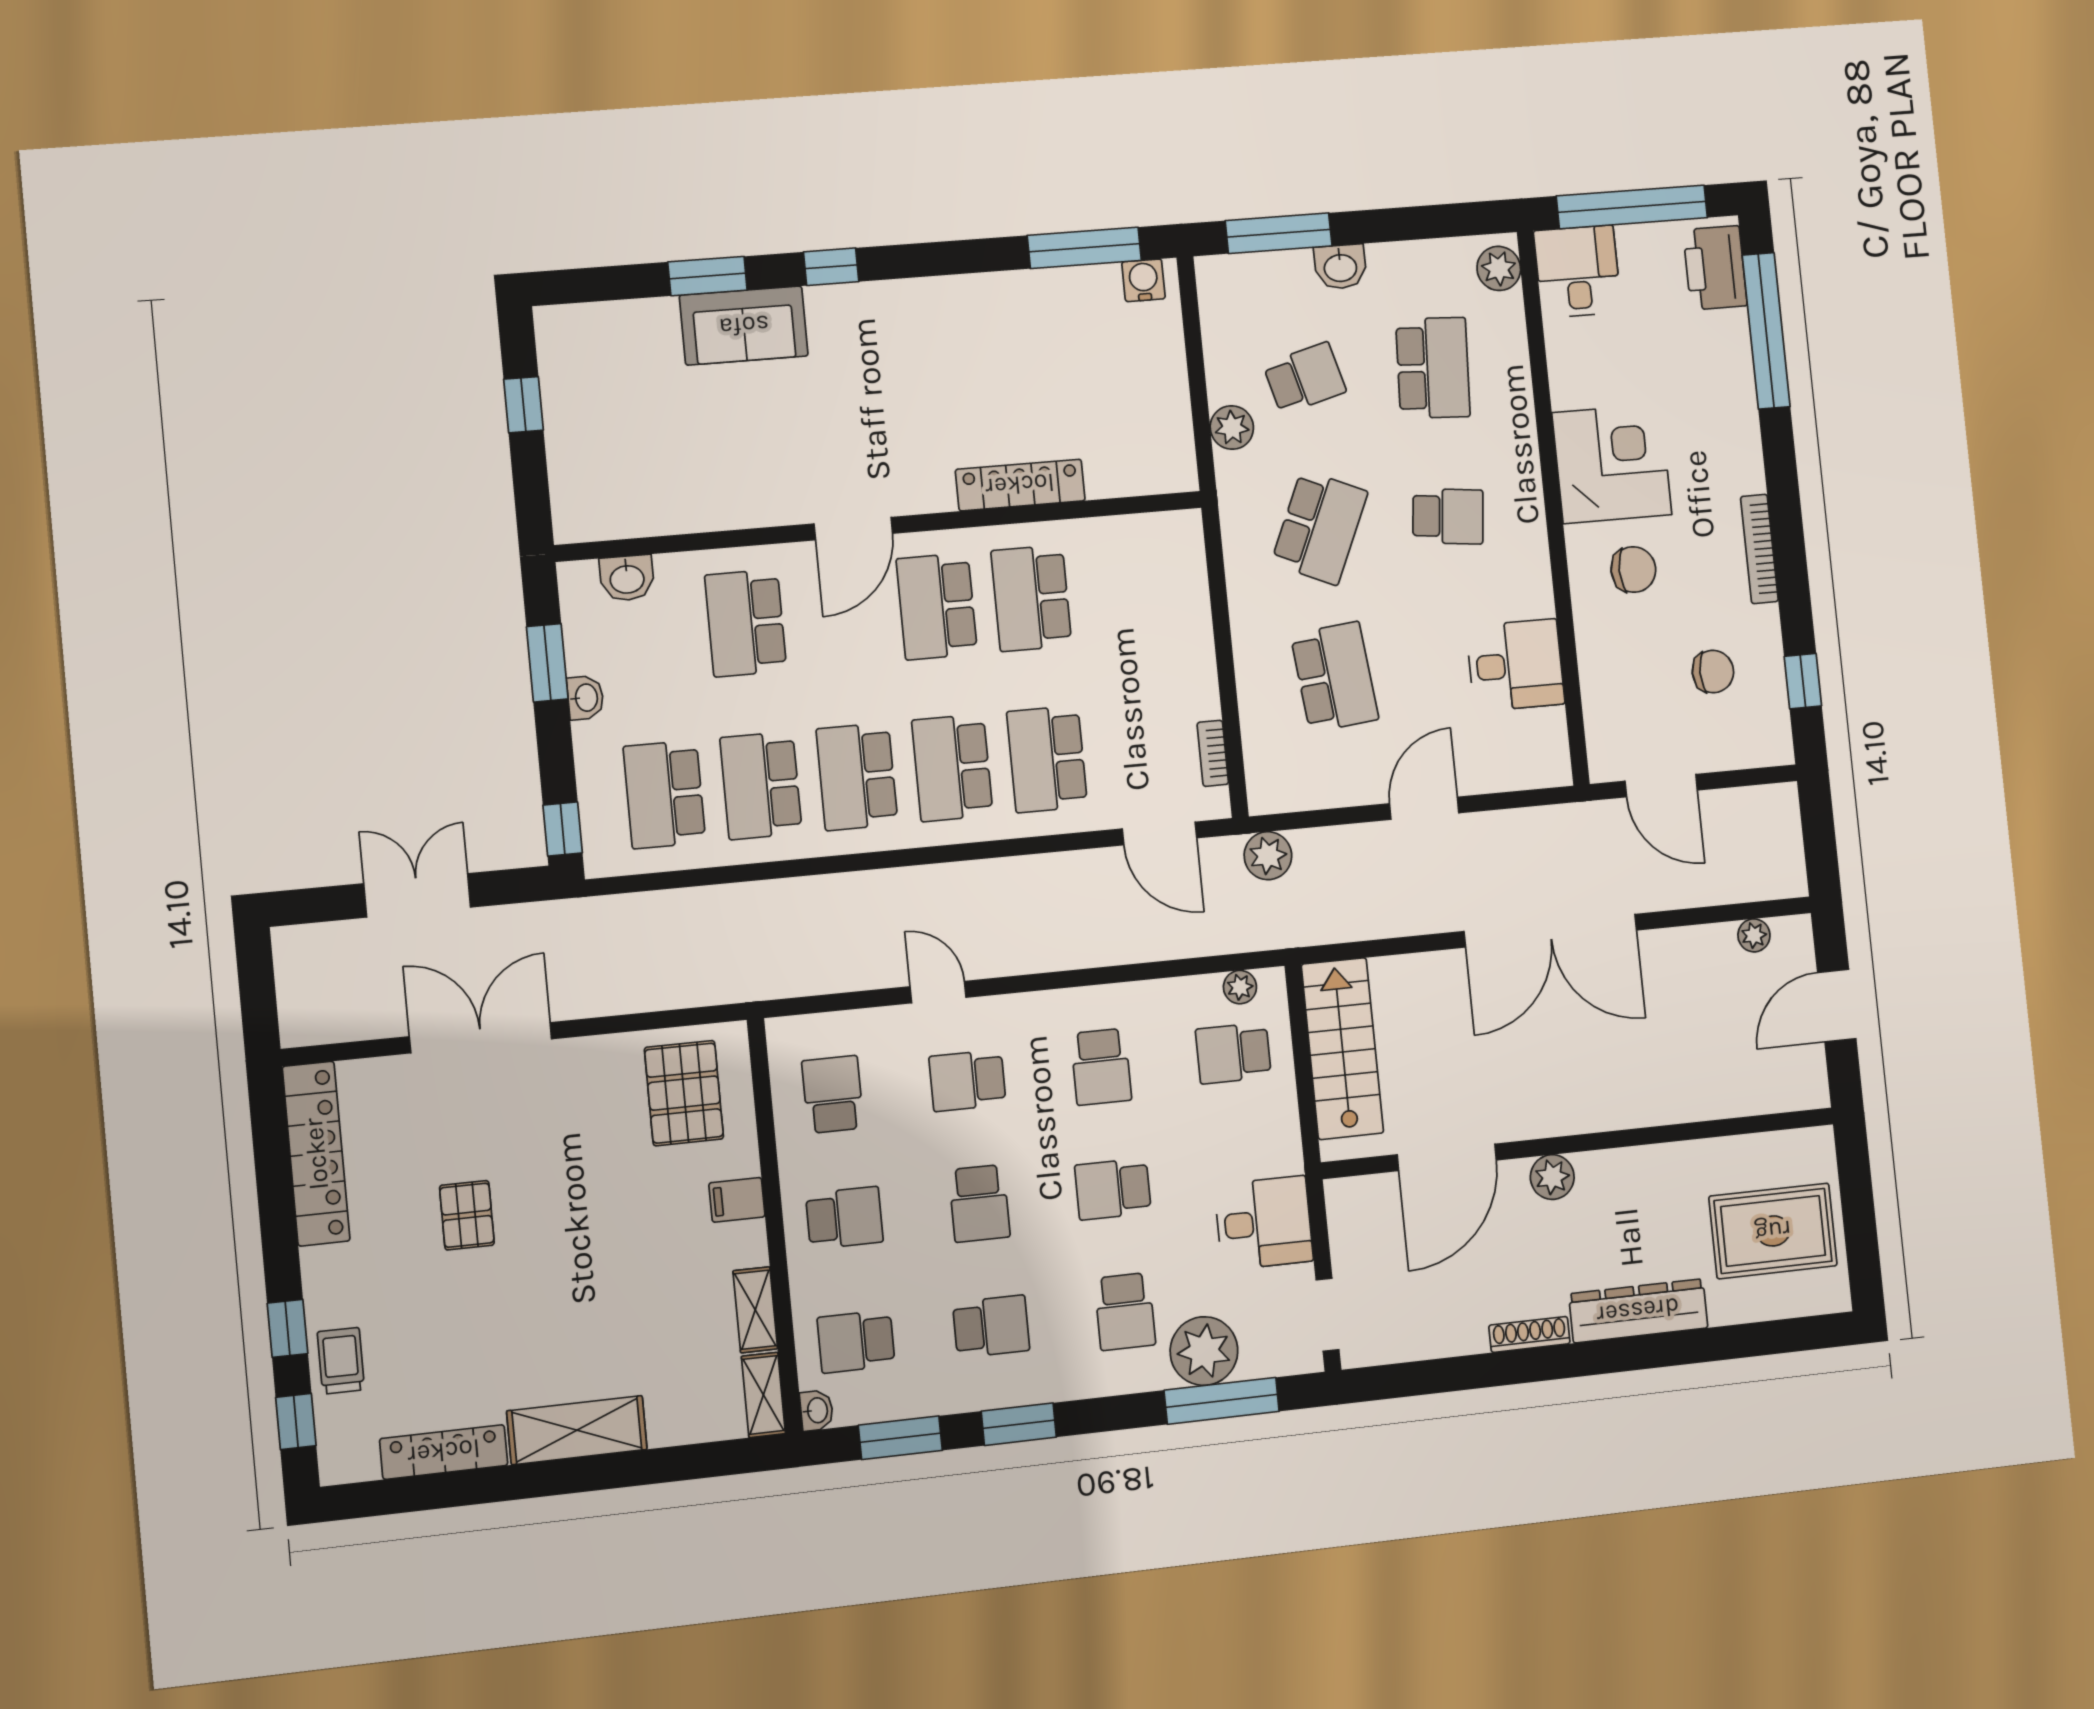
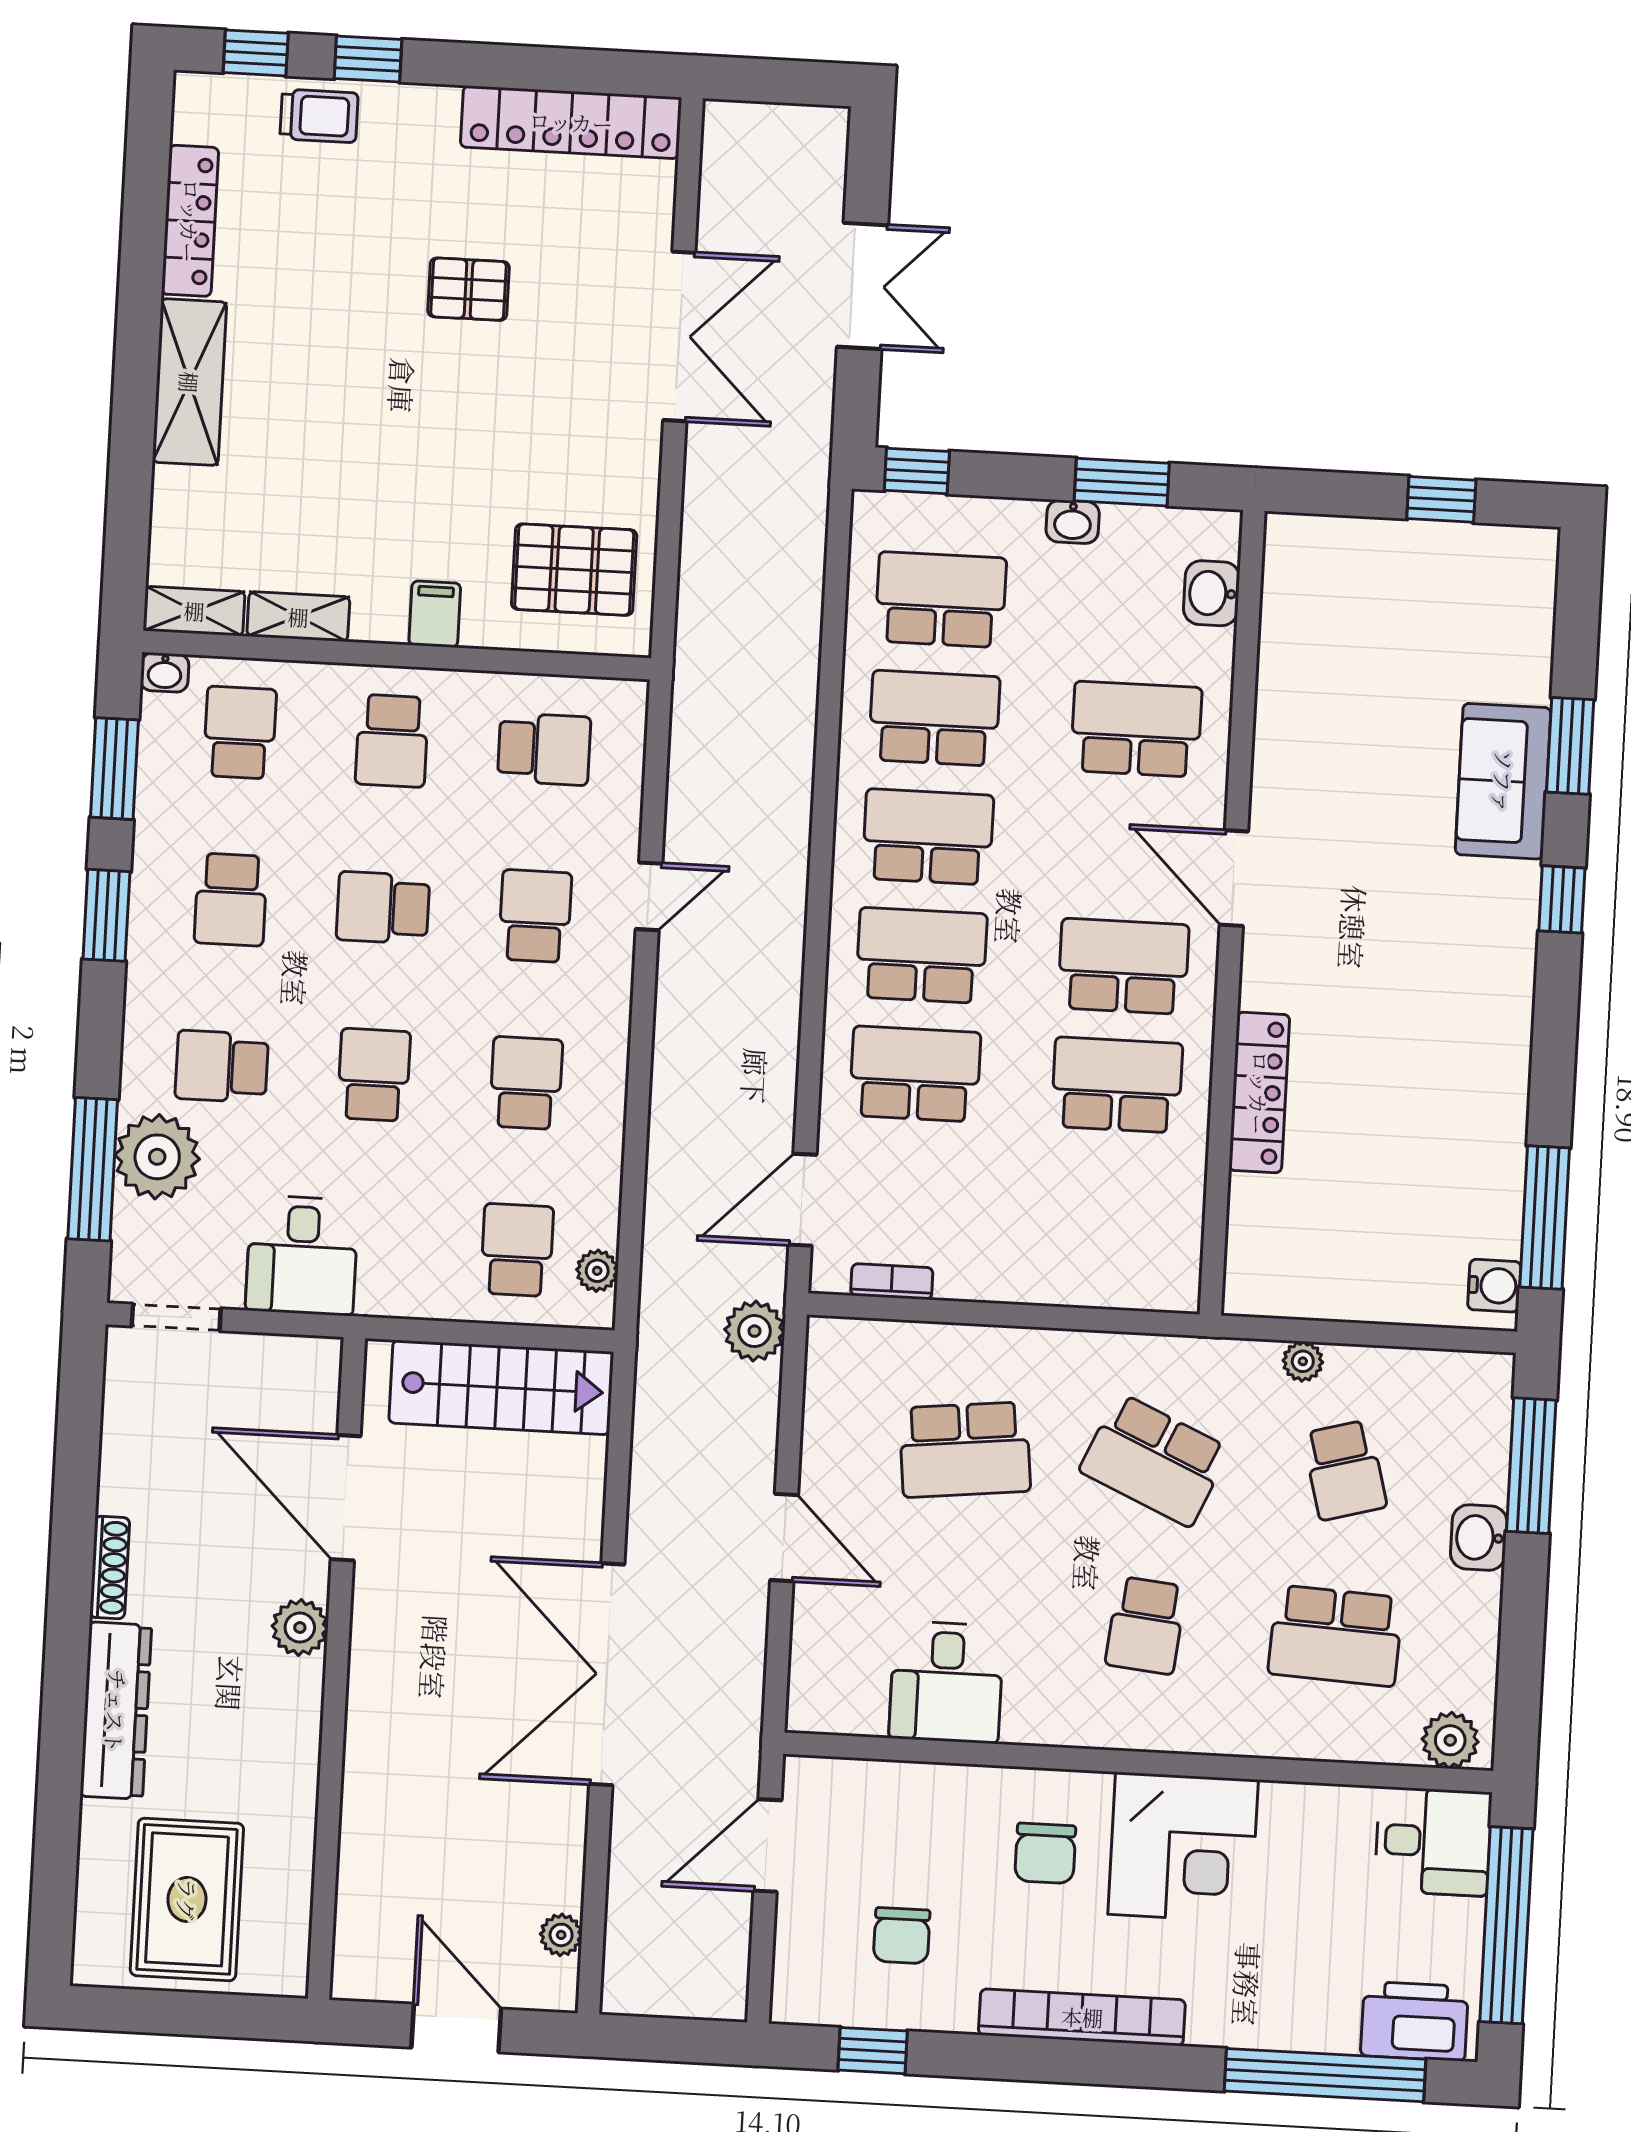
plant: (1232, 428) -> (1303, 1361), width x0.73, depth x0.73
bookcase: (1759, 549) -> (1082, 2017), width x1.48, depth x1.31
school desk: (1101, 1067) -> (526, 1083), turned 90

